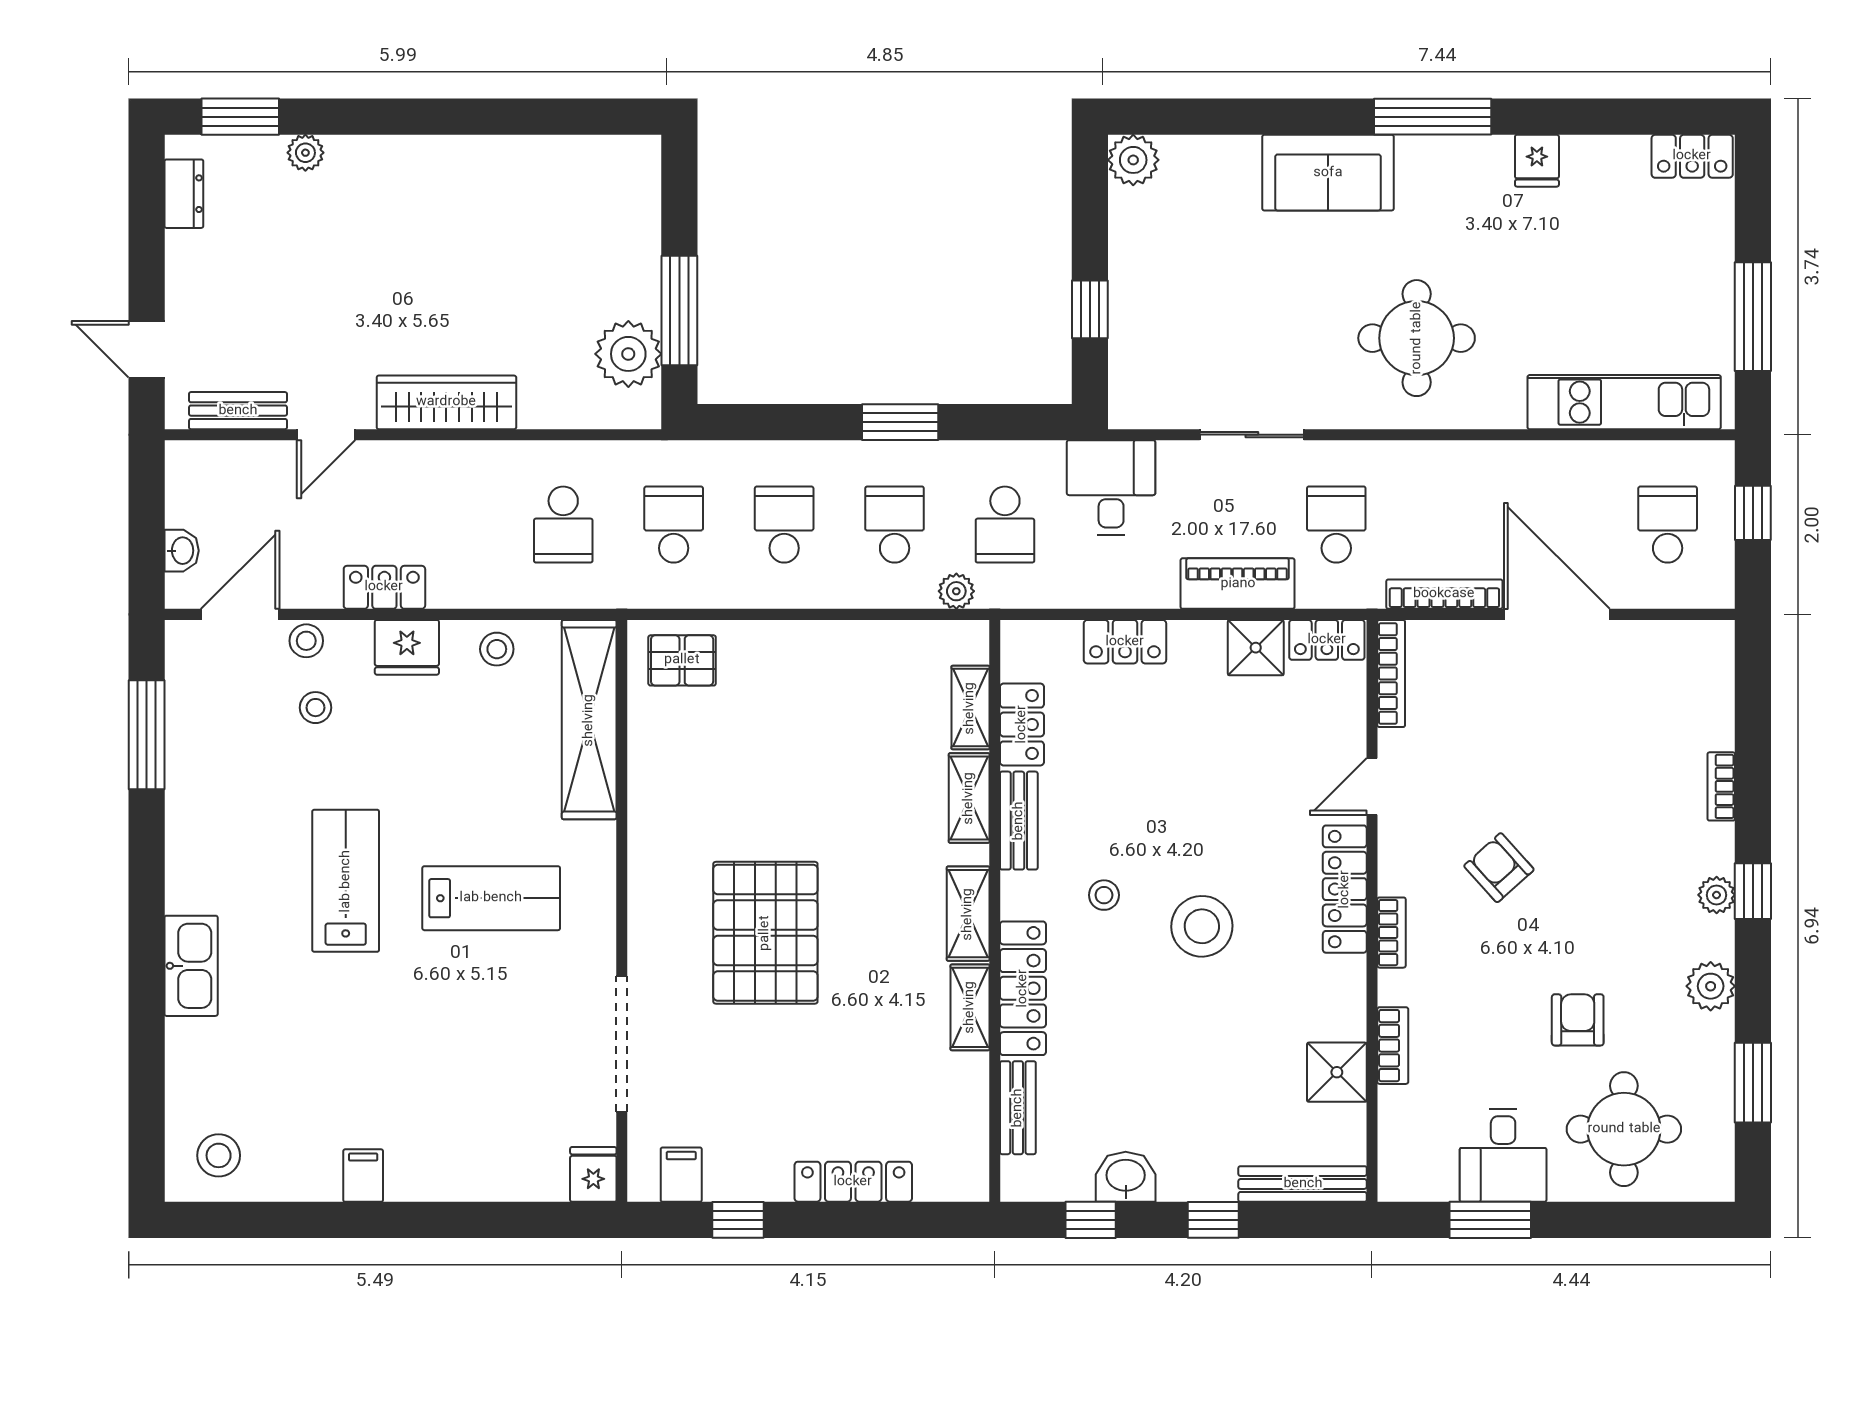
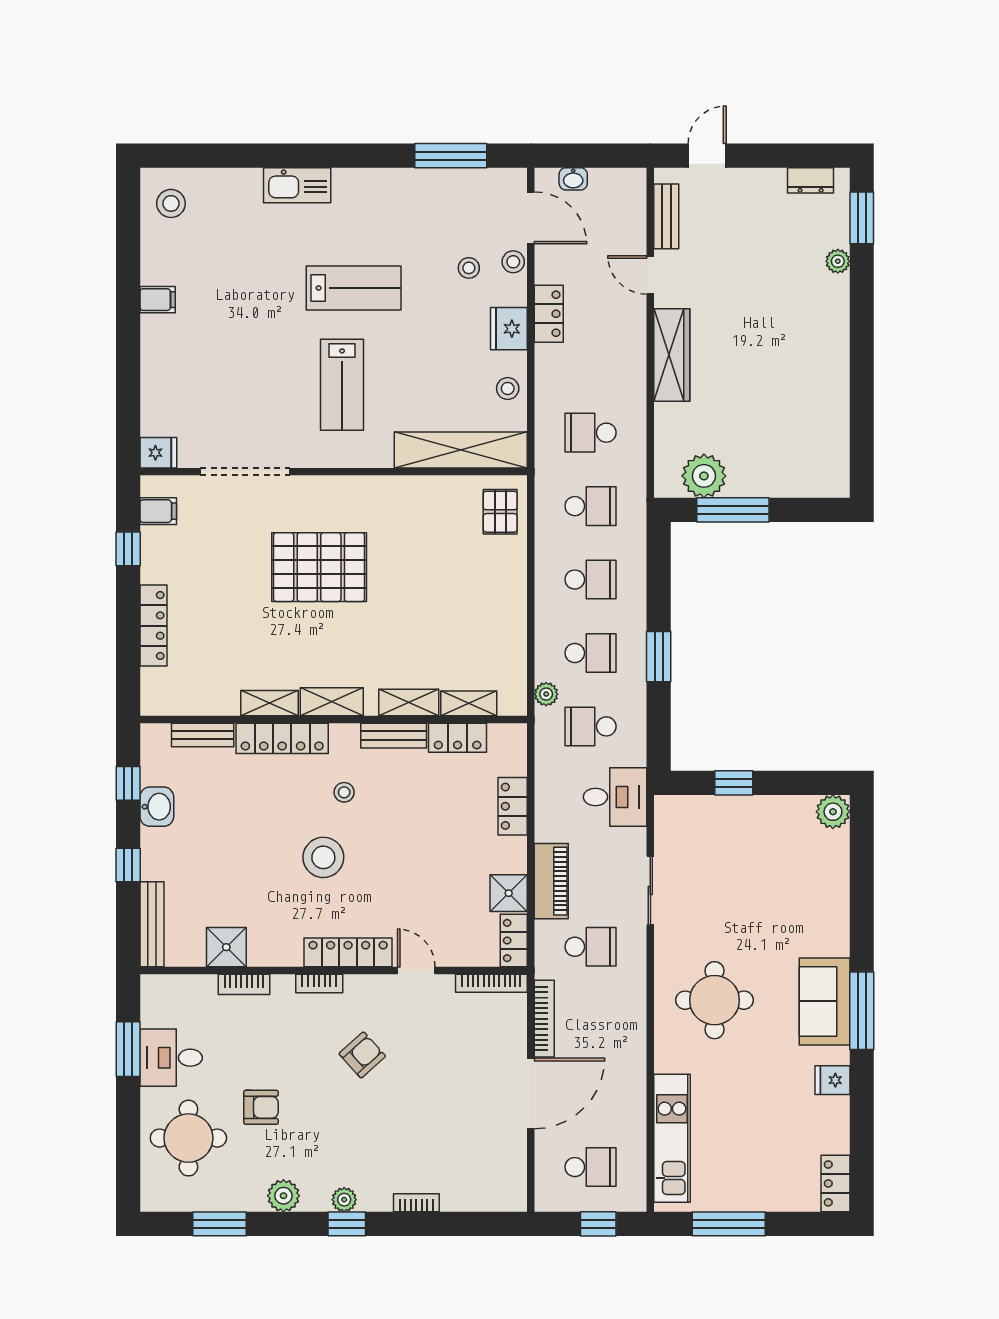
sofa: (1328, 173) -> (825, 1001), moved

